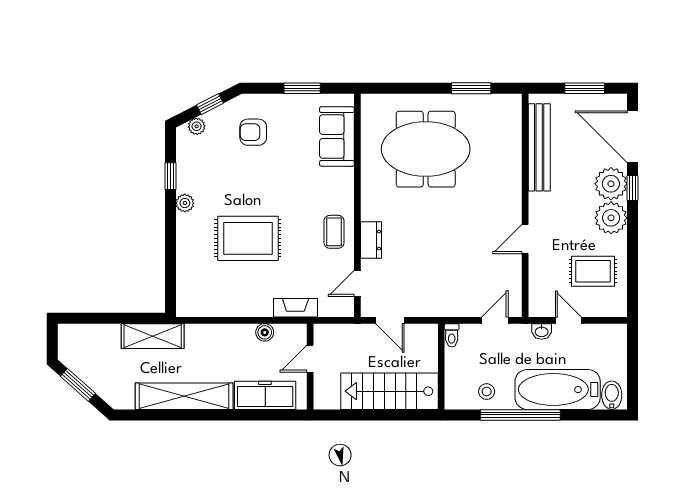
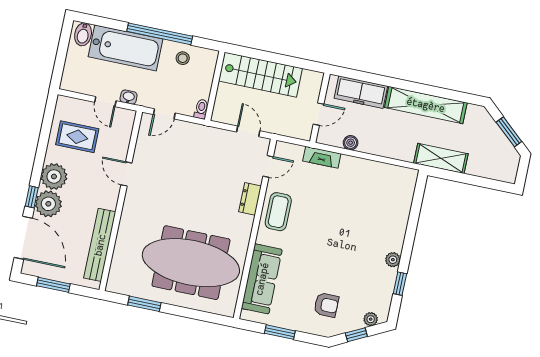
sofa: (337, 136) -> (262, 279), width x1.36
meeting table: (426, 149) -> (191, 263), width x1.36
coffee table: (334, 232) -> (278, 212), width x1.36, depth x1.30
rug: (248, 238) -> (348, 221), removed
door: (525, 239) -> (126, 174), swing flipped

